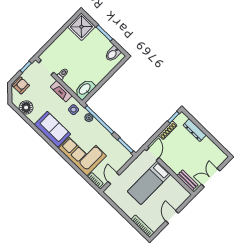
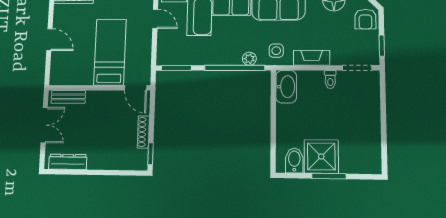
shower: (81, 27) -> (321, 156), moved
dresser: (195, 130) -> (68, 162), moved

